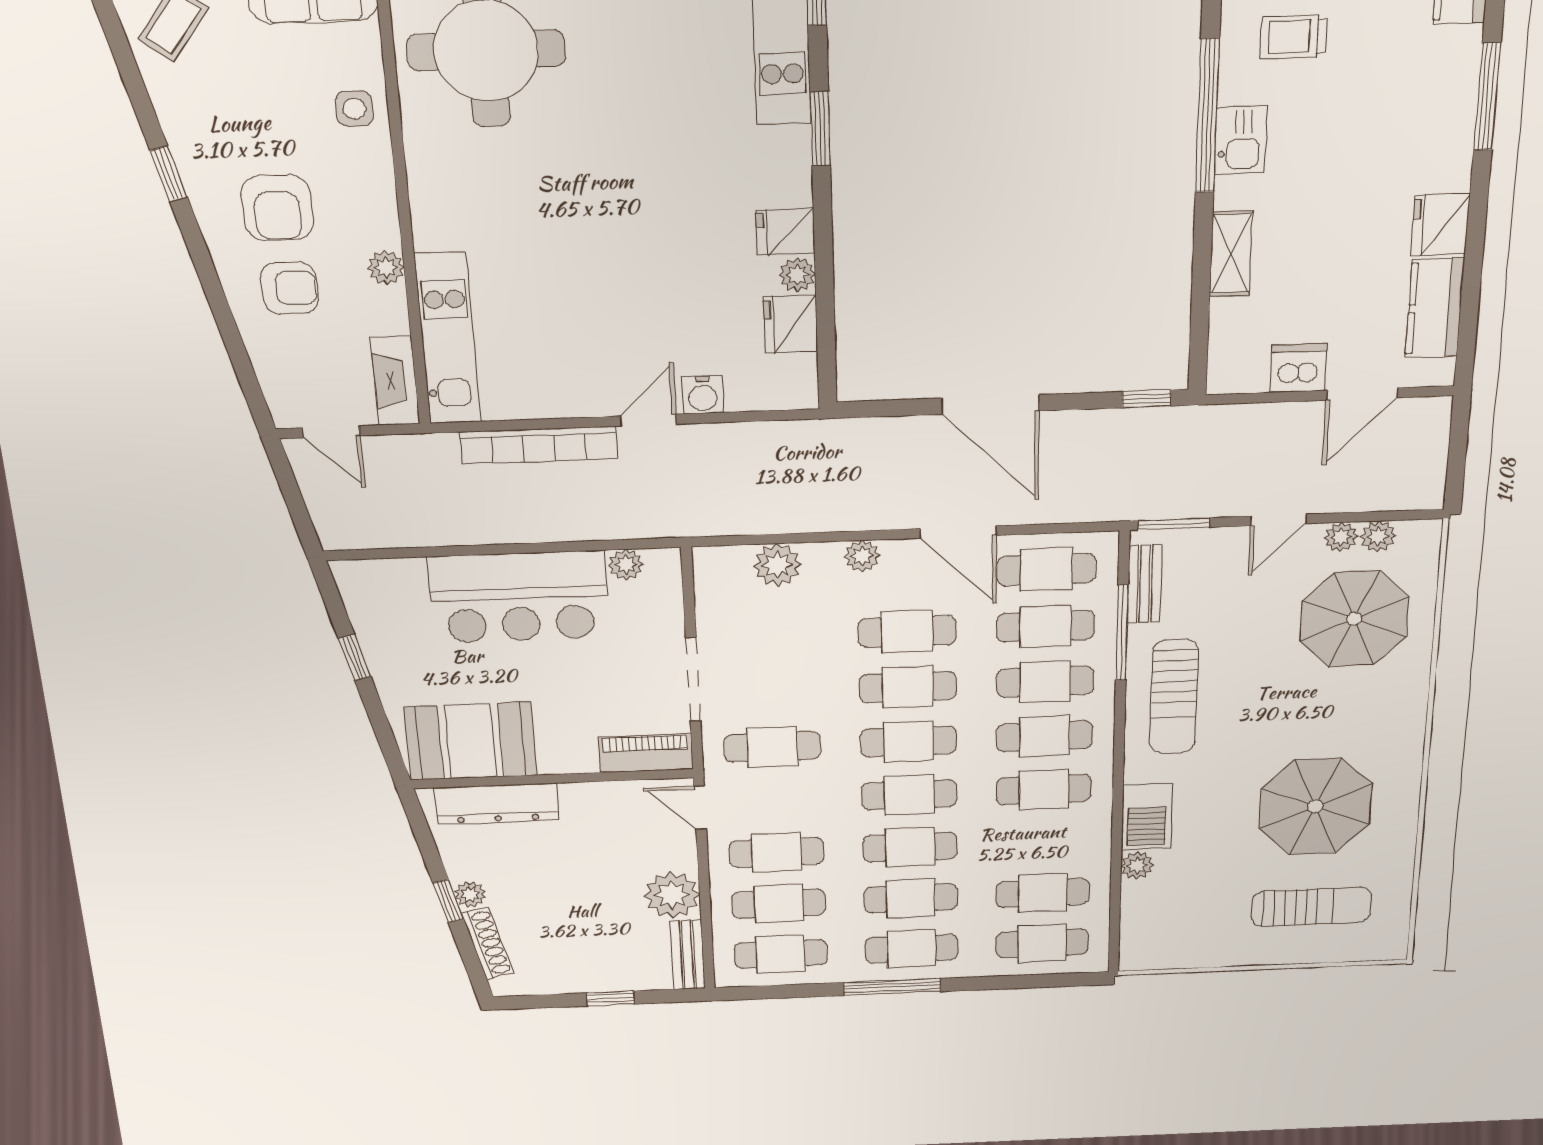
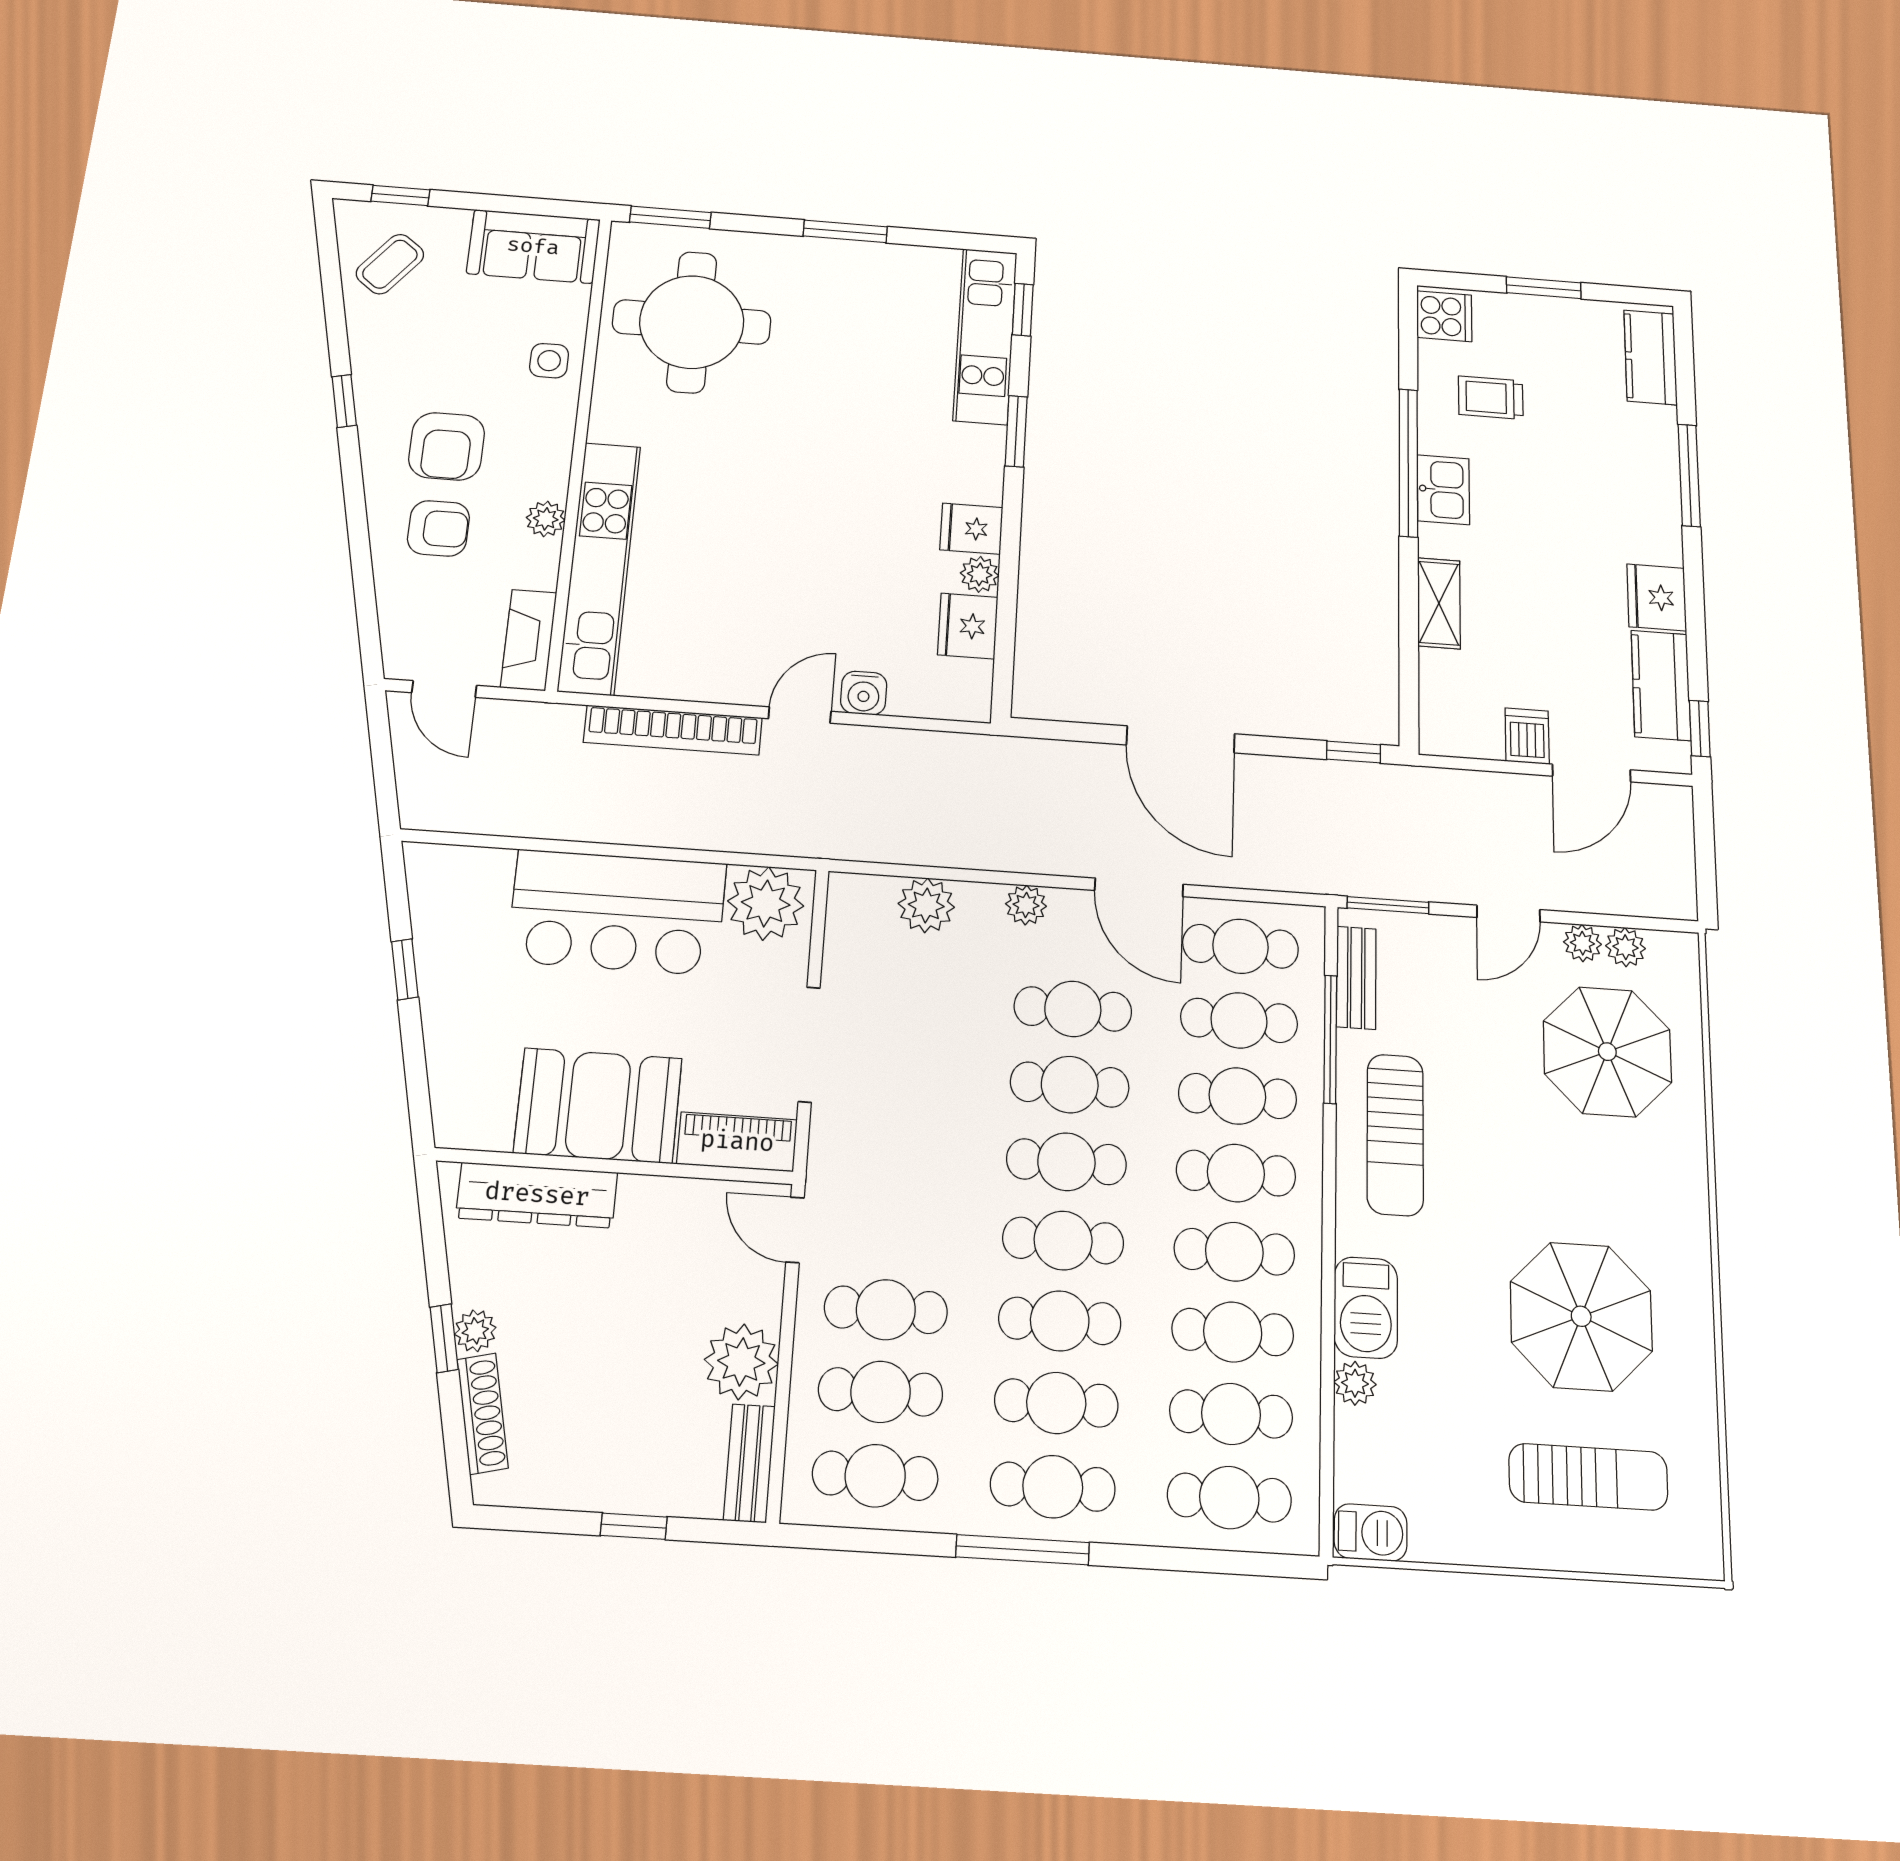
kitchen unit: (448, 339) -> (599, 567), width x1.36
window: (1466, 344) -> (1700, 729), added
dishwasher: (1298, 368) -> (1527, 736), width x0.73
plant: (626, 565) -> (766, 904), width x1.88, depth x1.88
booth: (471, 741) -> (598, 1106), moved
cafe table: (772, 747) -> (1233, 1332), moved
barbecue: (1147, 954) -> (1371, 1532), added

